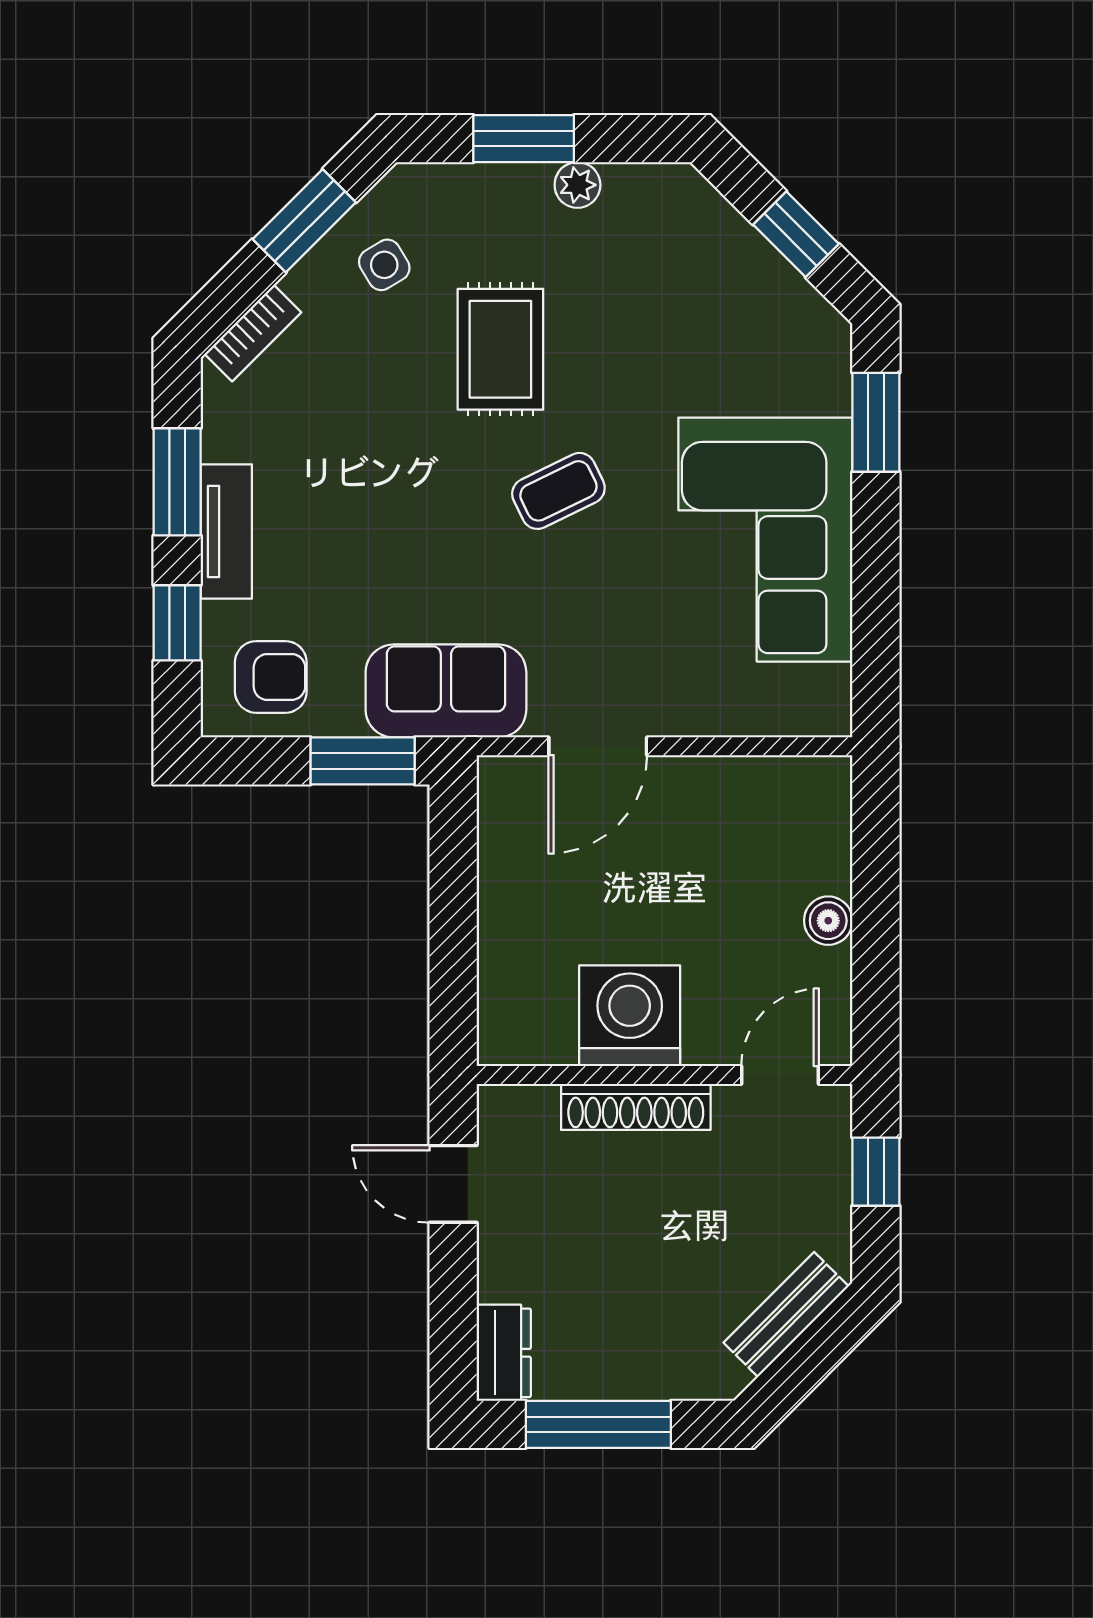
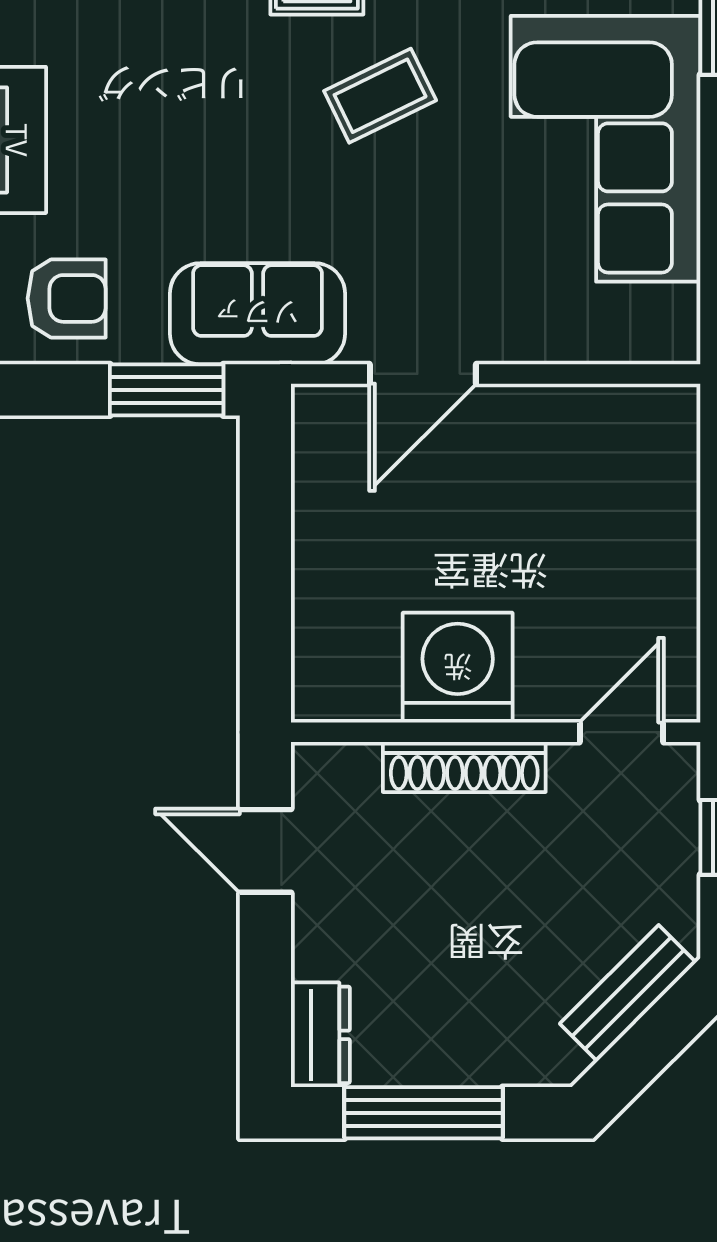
boiler: (828, 921) -> (674, 564), removed

